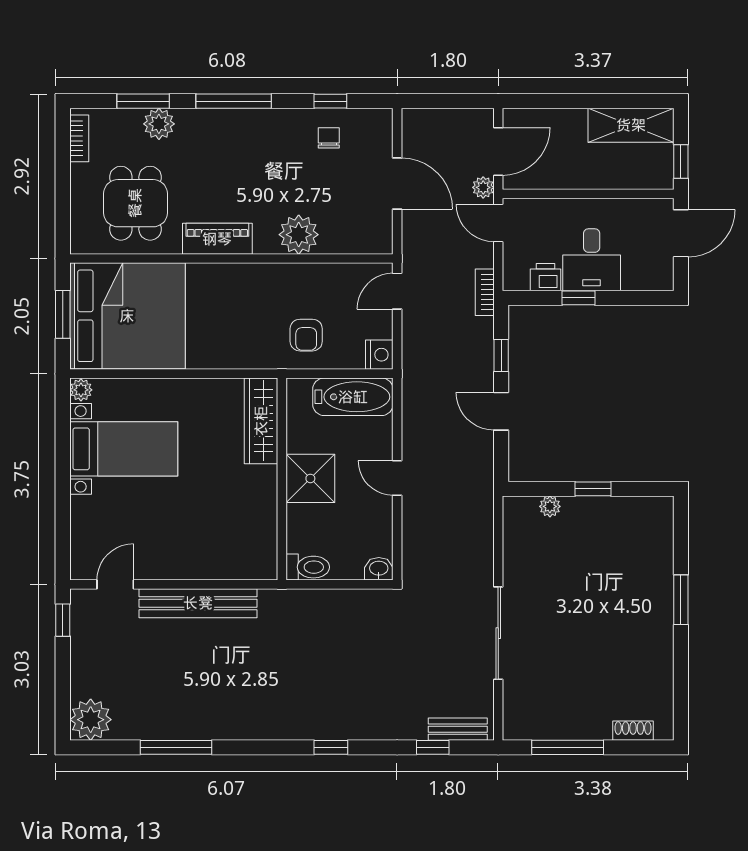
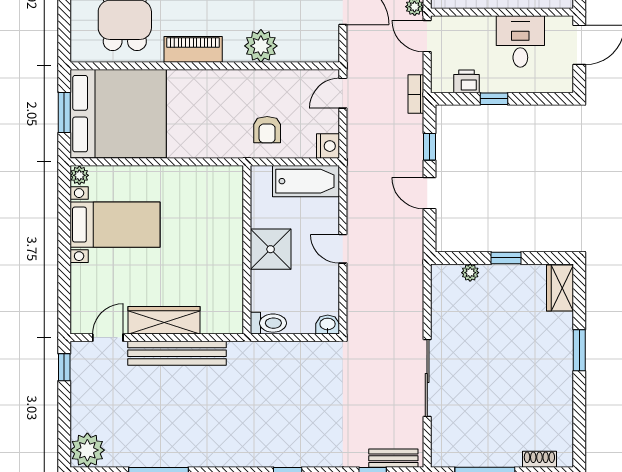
desk: (592, 260) -> (520, 41), moved, turned 180
wardrobe: (261, 421) -> (164, 320), moved, turned 90
wardrobe: (658, 525) -> (560, 288), added

